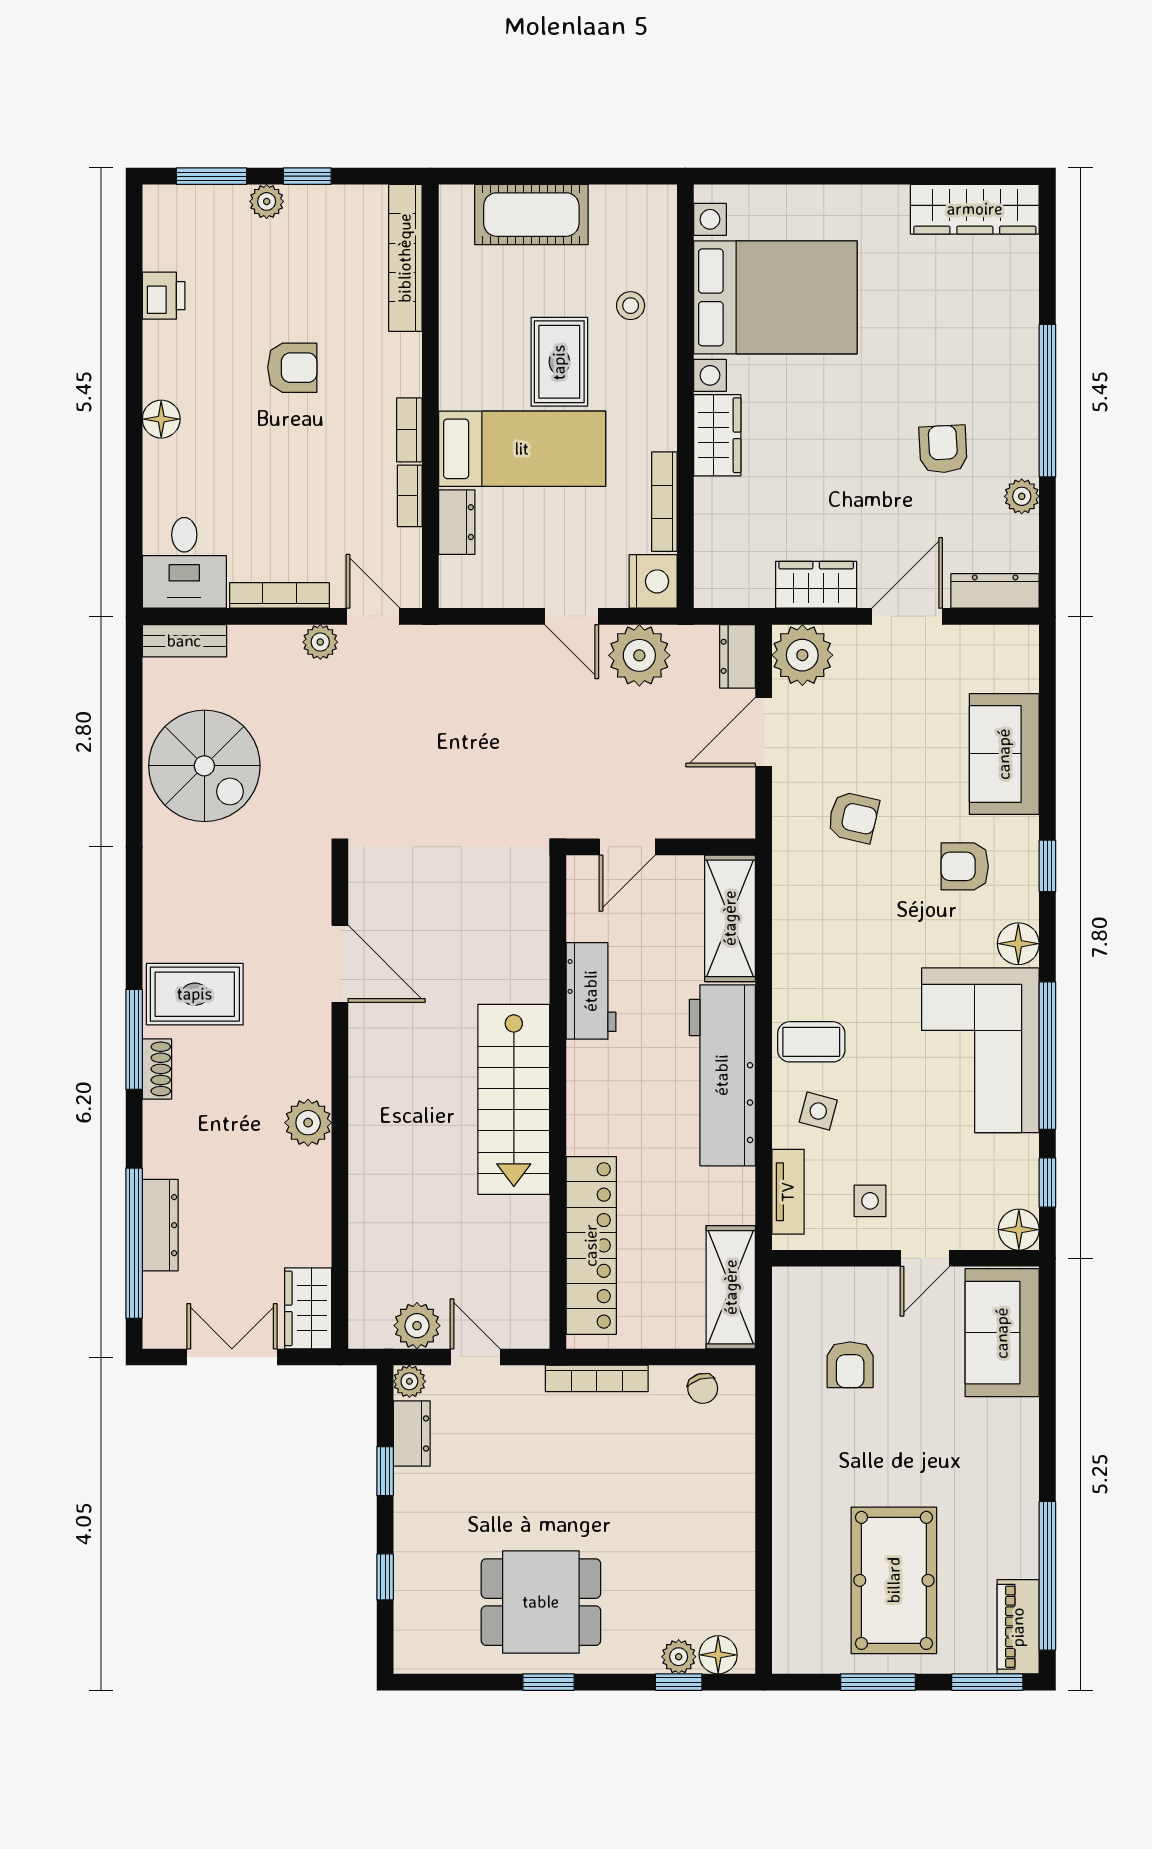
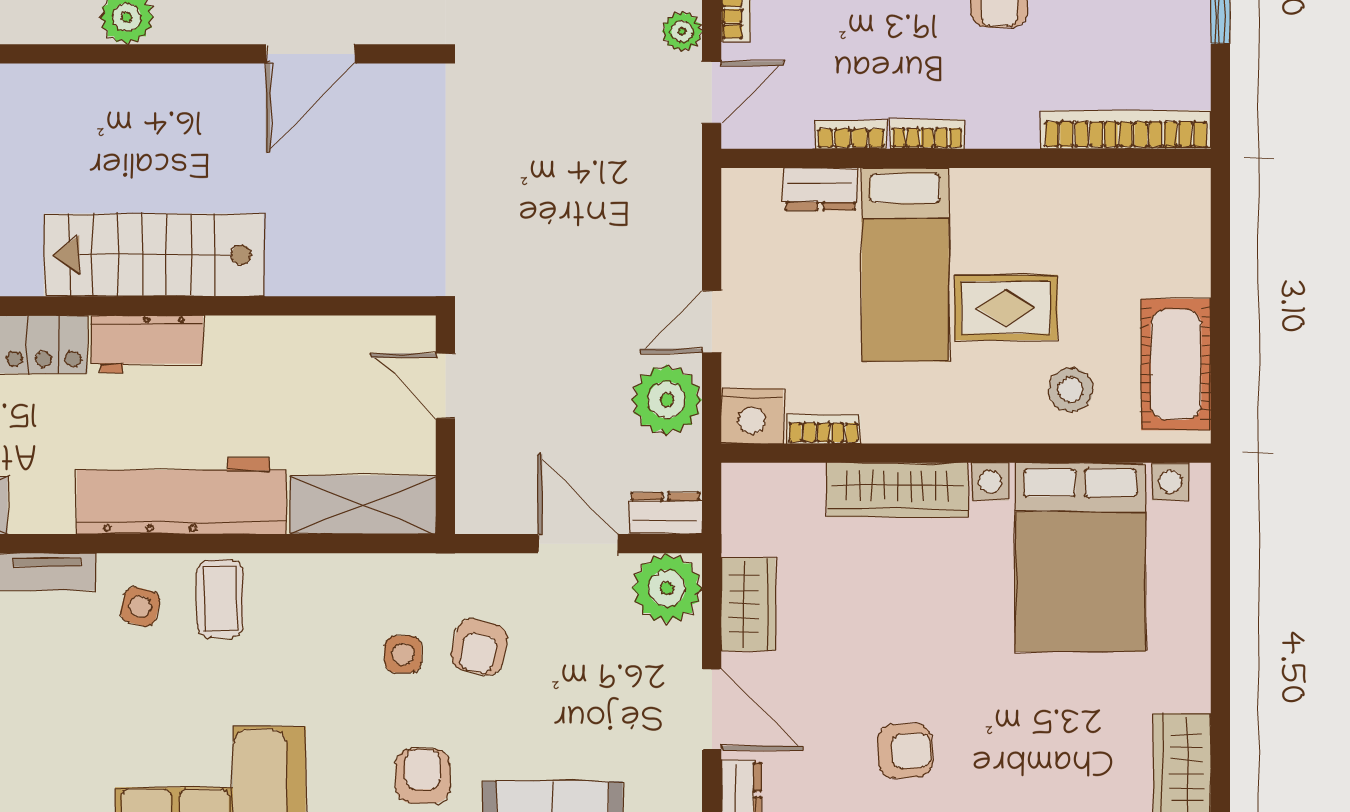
cot: (531, 215) -> (1176, 364), moved
stool: (631, 306) -> (1071, 390), width x1.37, depth x1.37
wardrobe: (717, 435) -> (897, 490), width x1.50
bookcase: (664, 502) -> (824, 429), width x0.64
workbench: (591, 991) -> (147, 344), moved
side table: (870, 1201) -> (403, 654), moved

